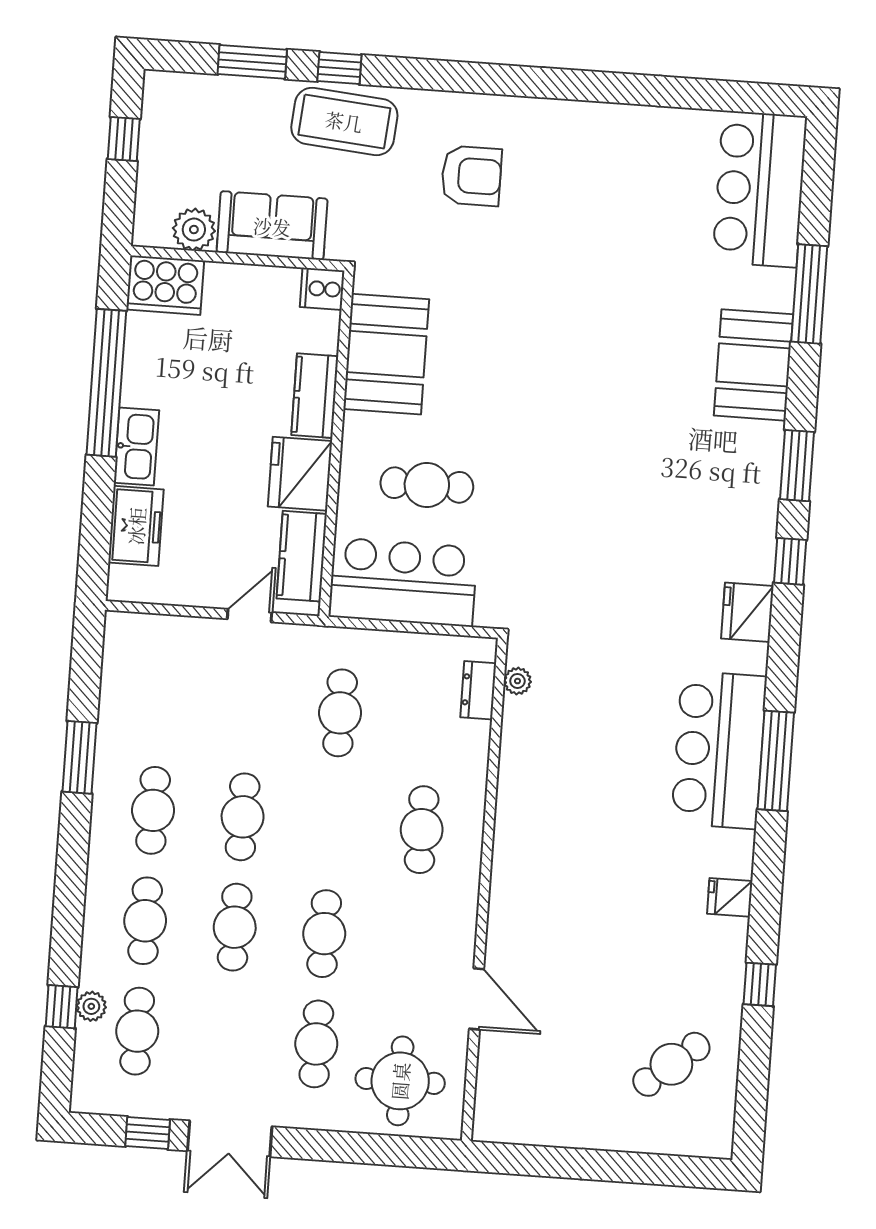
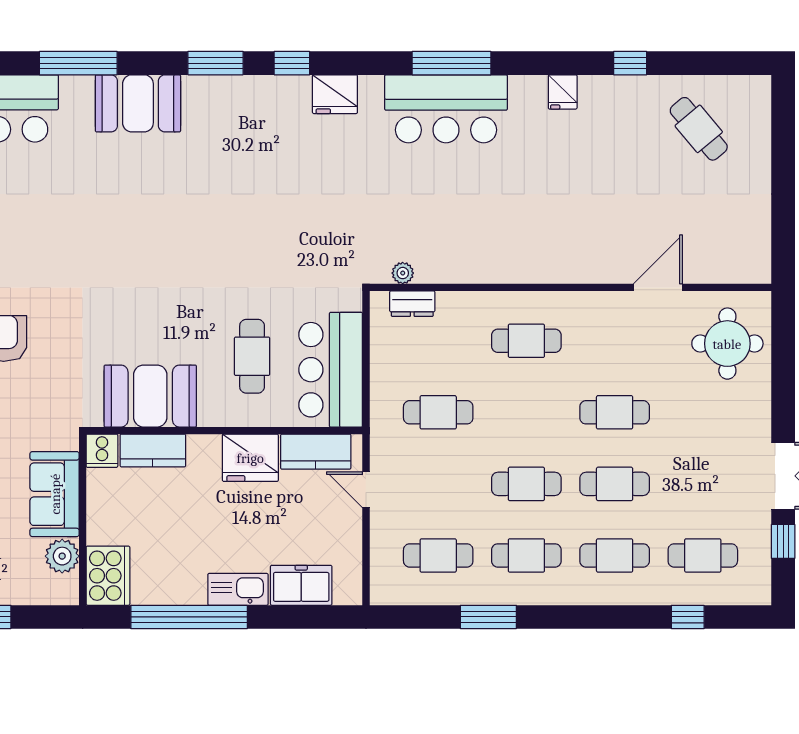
kitchen counter: (315, 396) -> (153, 450), moved
plant: (91, 1006) -> (686, 593), removed
cafe table: (316, 1044) -> (438, 555), moved

